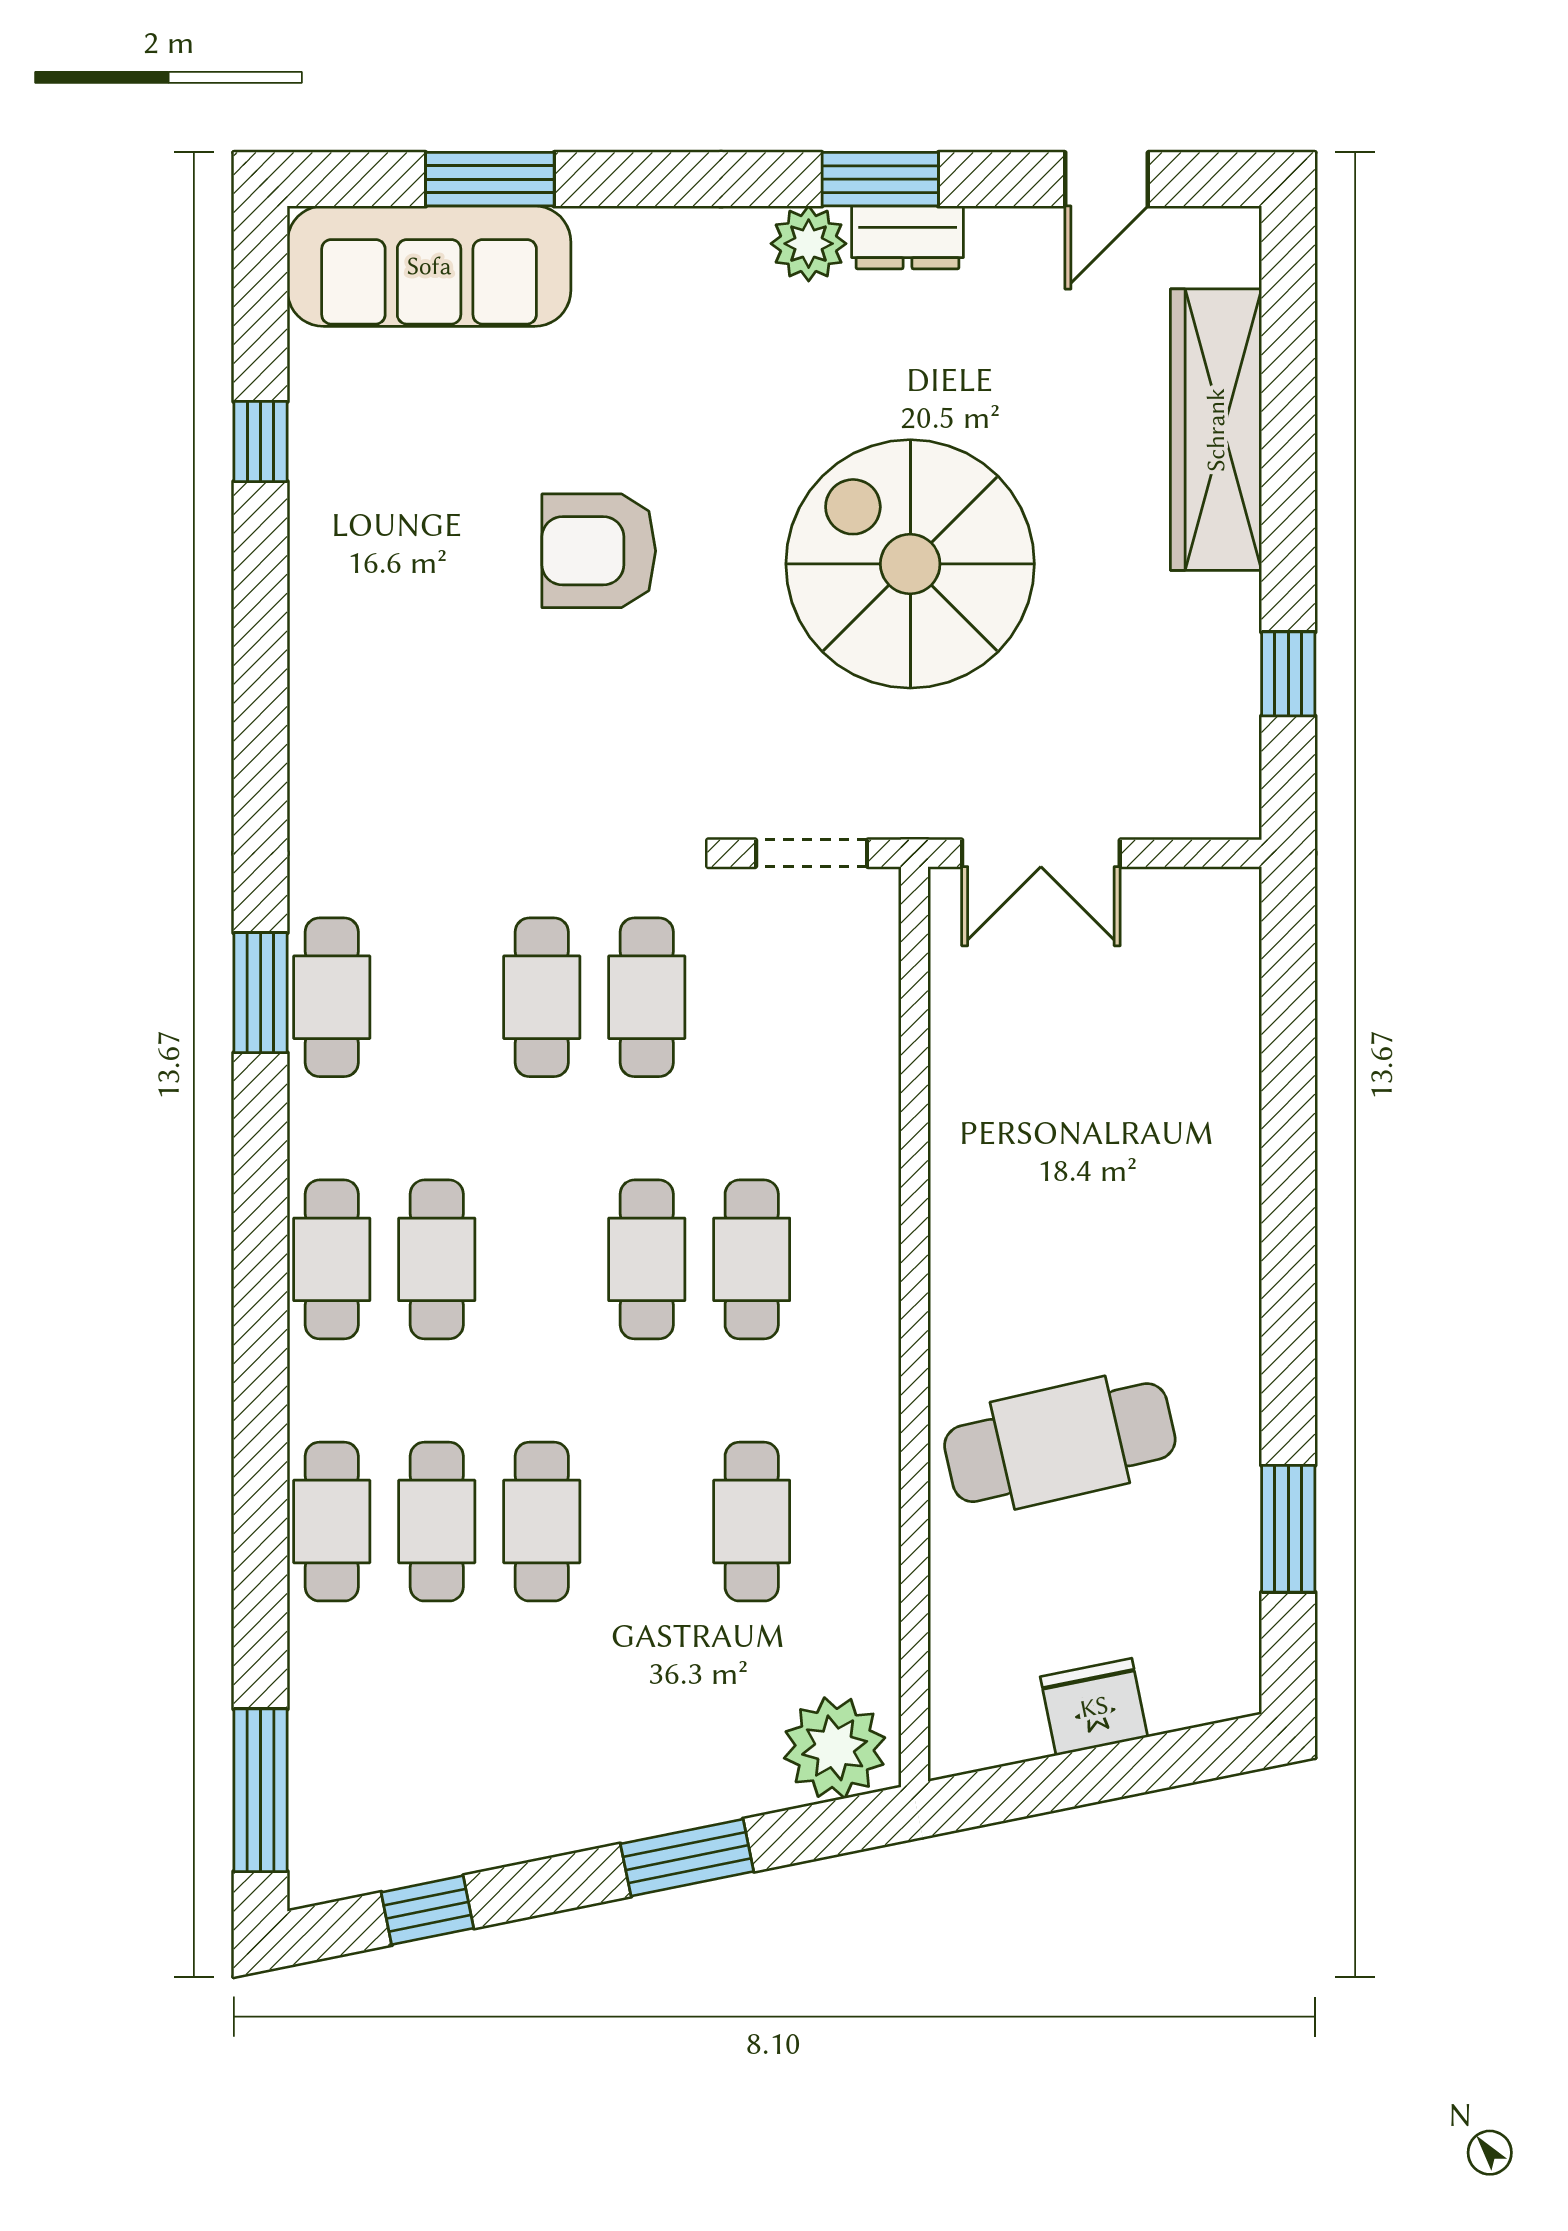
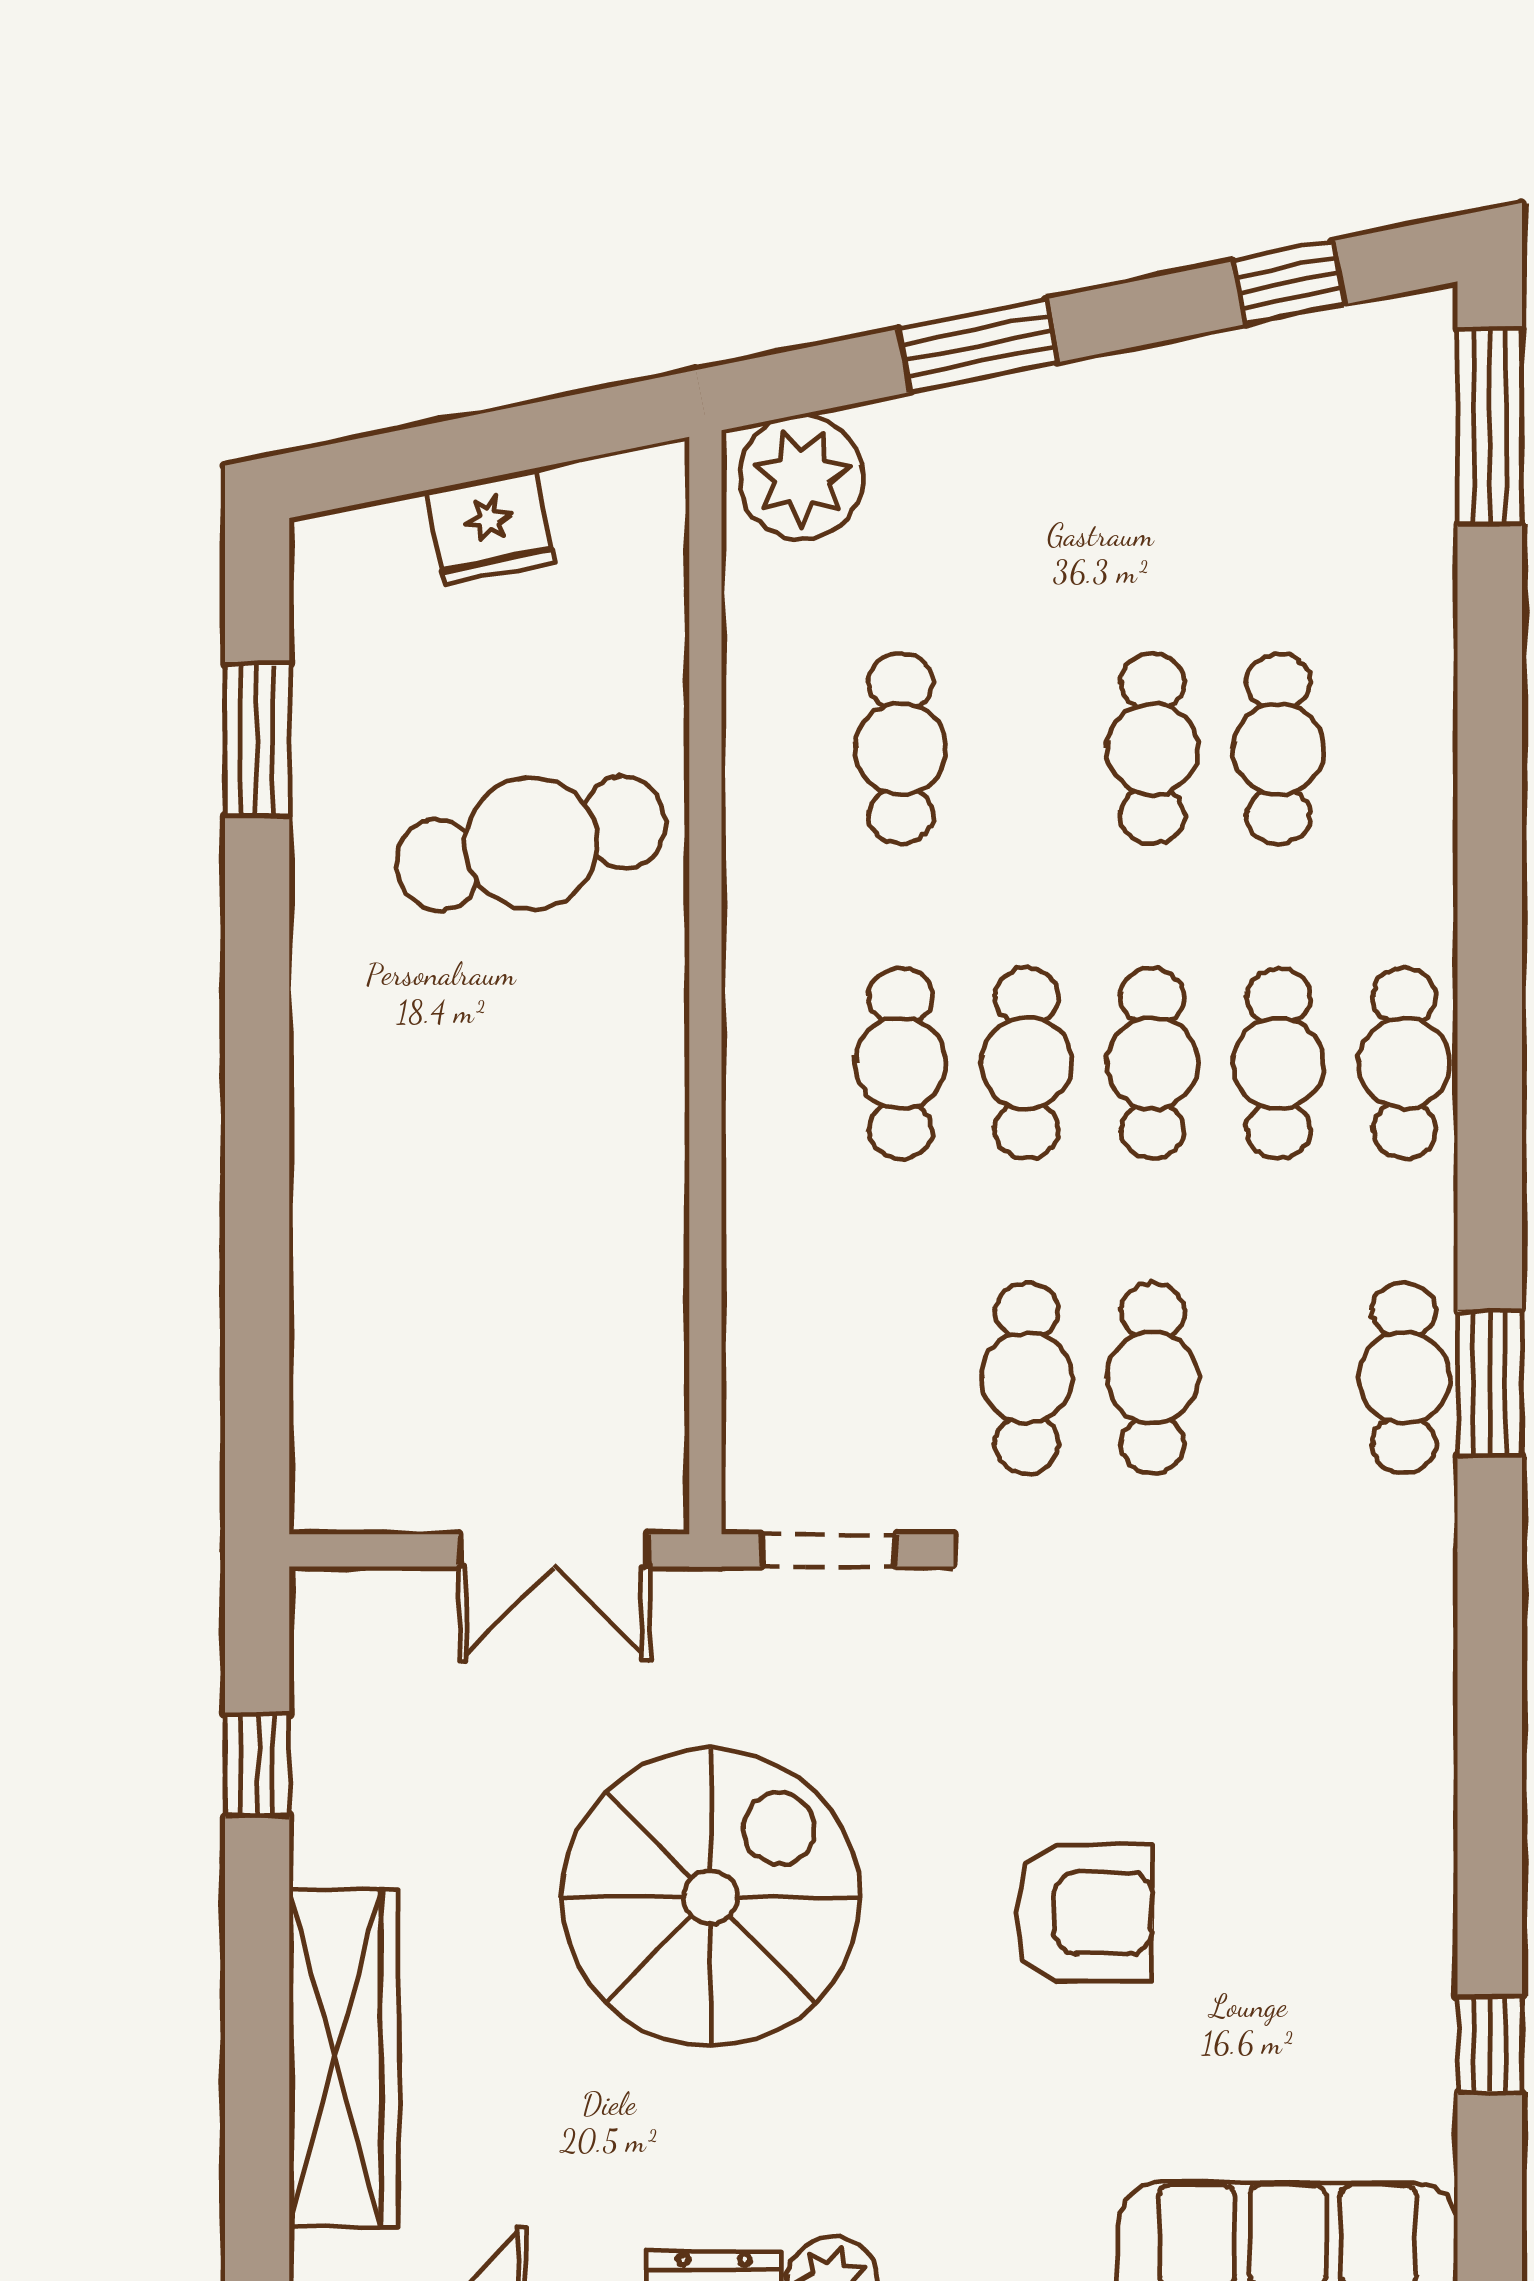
spiral stairs: (910, 564) -> (711, 1897), turned -90
double door: (1041, 853) -> (554, 1550), swing flipped
cafe table: (332, 1522) -> (1152, 1063), moved

